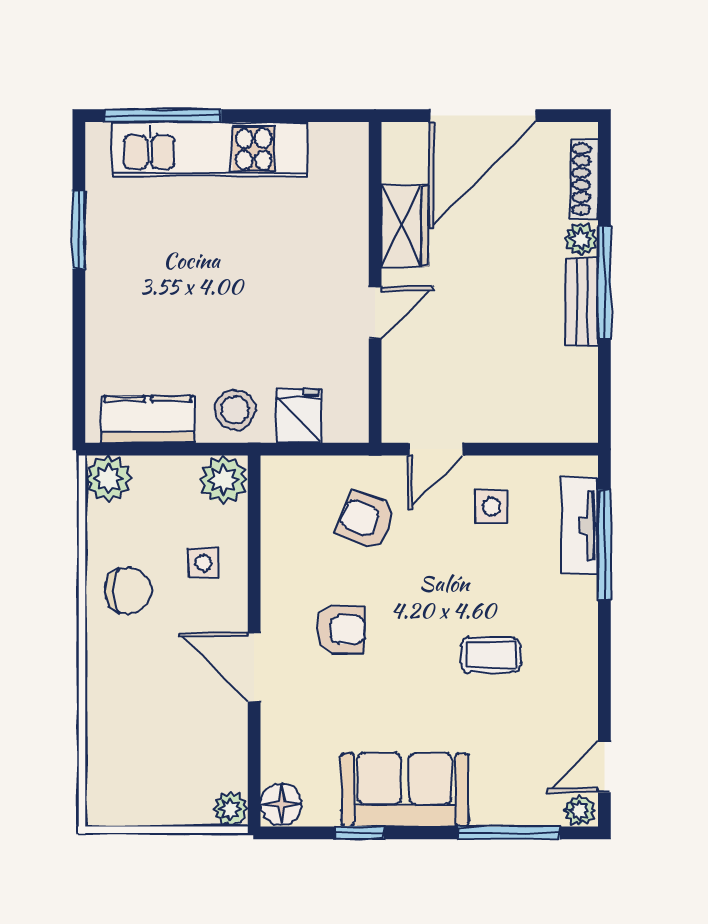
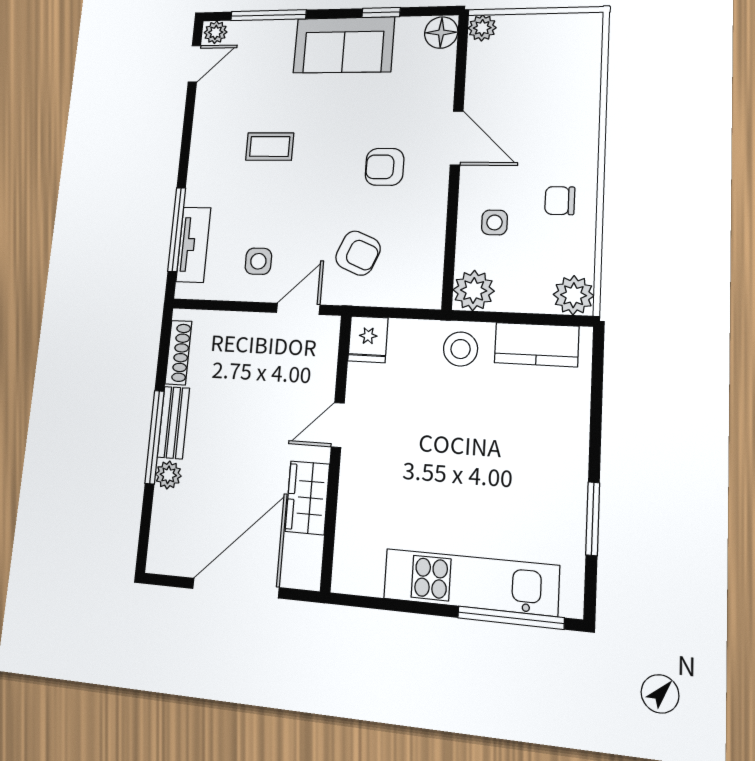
shoe rack: (585, 179) -> (178, 353), moved
fridge: (299, 416) -> (368, 339), moved
chair: (128, 591) -> (560, 201), width x0.73, depth x0.73

